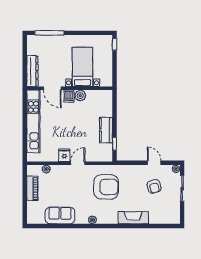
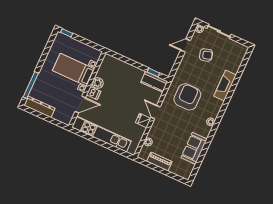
dresser: (32, 71) -> (39, 107), moved
kitchen counter: (106, 130) -> (154, 82), moved

